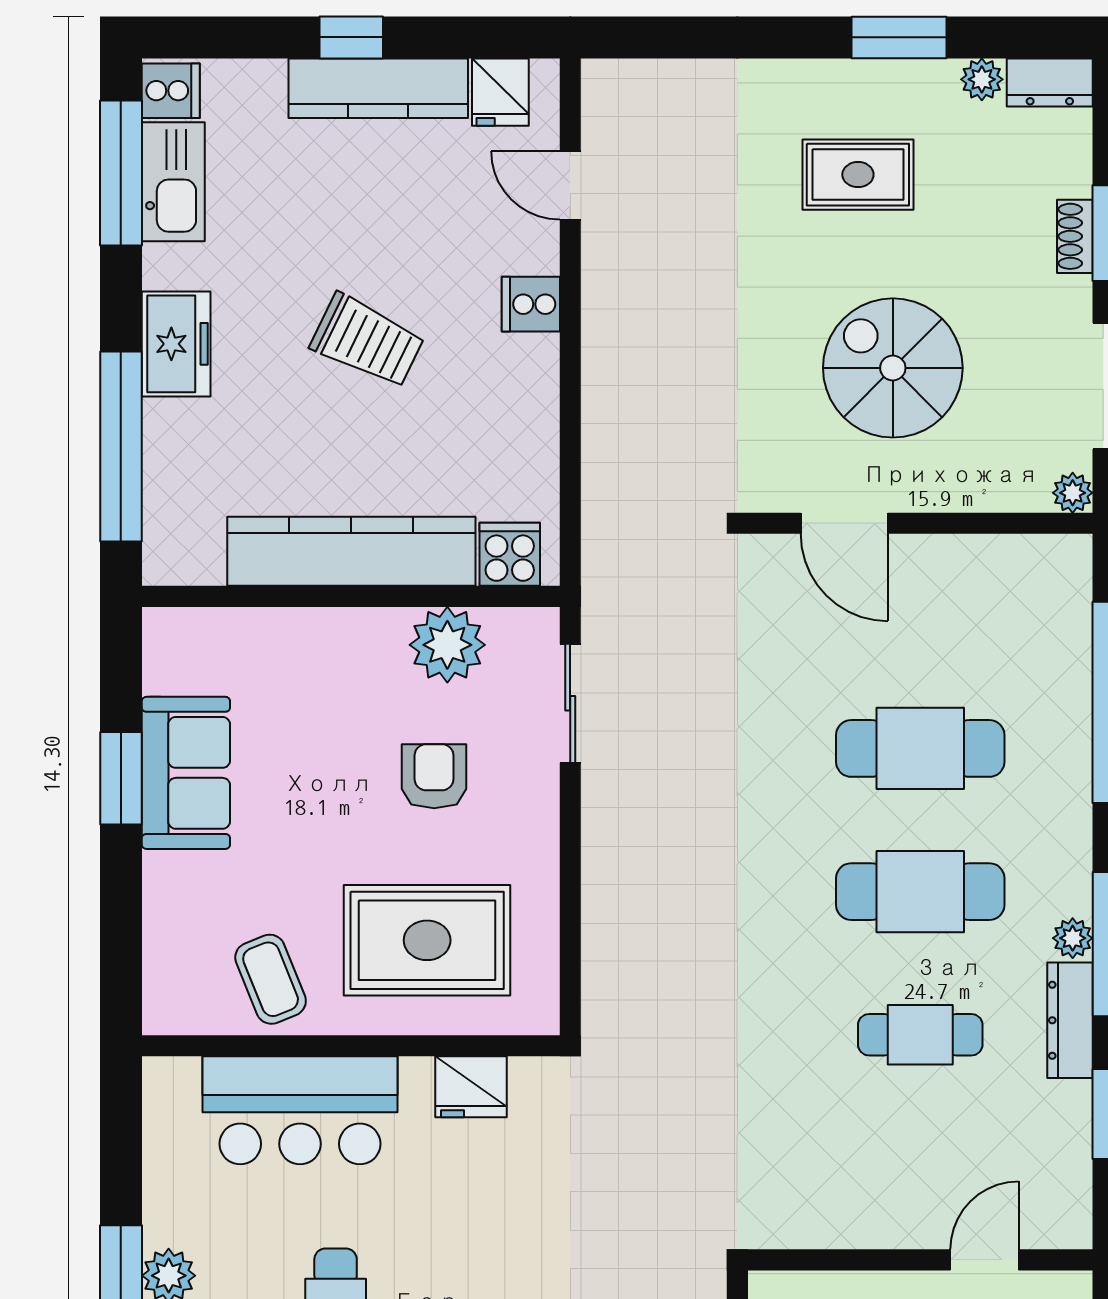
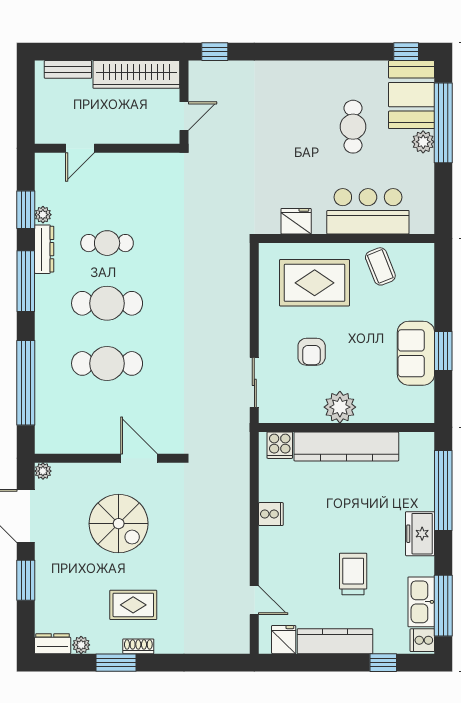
window: (351, 37) -> (383, 663), moved
shoe rack: (1075, 236) -> (138, 646), moved, turned -90
cooker: (531, 304) -> (271, 514), moved
trolley: (367, 341) -> (353, 574), moved, turned 64
plant: (447, 645) -> (340, 407), moved
plant: (1073, 938) -> (43, 215), moved

